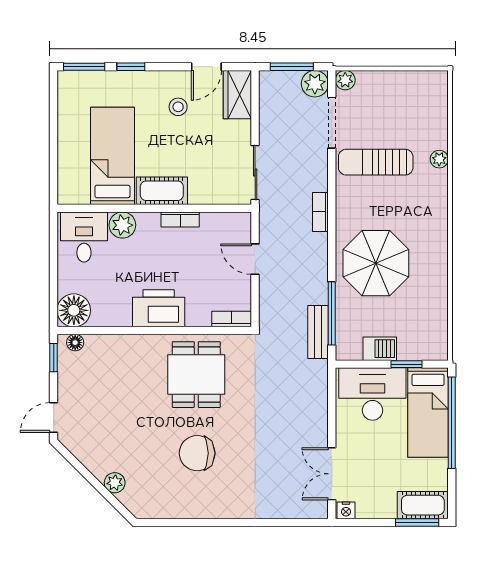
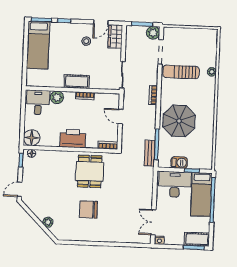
plant: (345, 80) -> (168, 32), removed
bed: (112, 156) -> (38, 45), moved, turned 180

